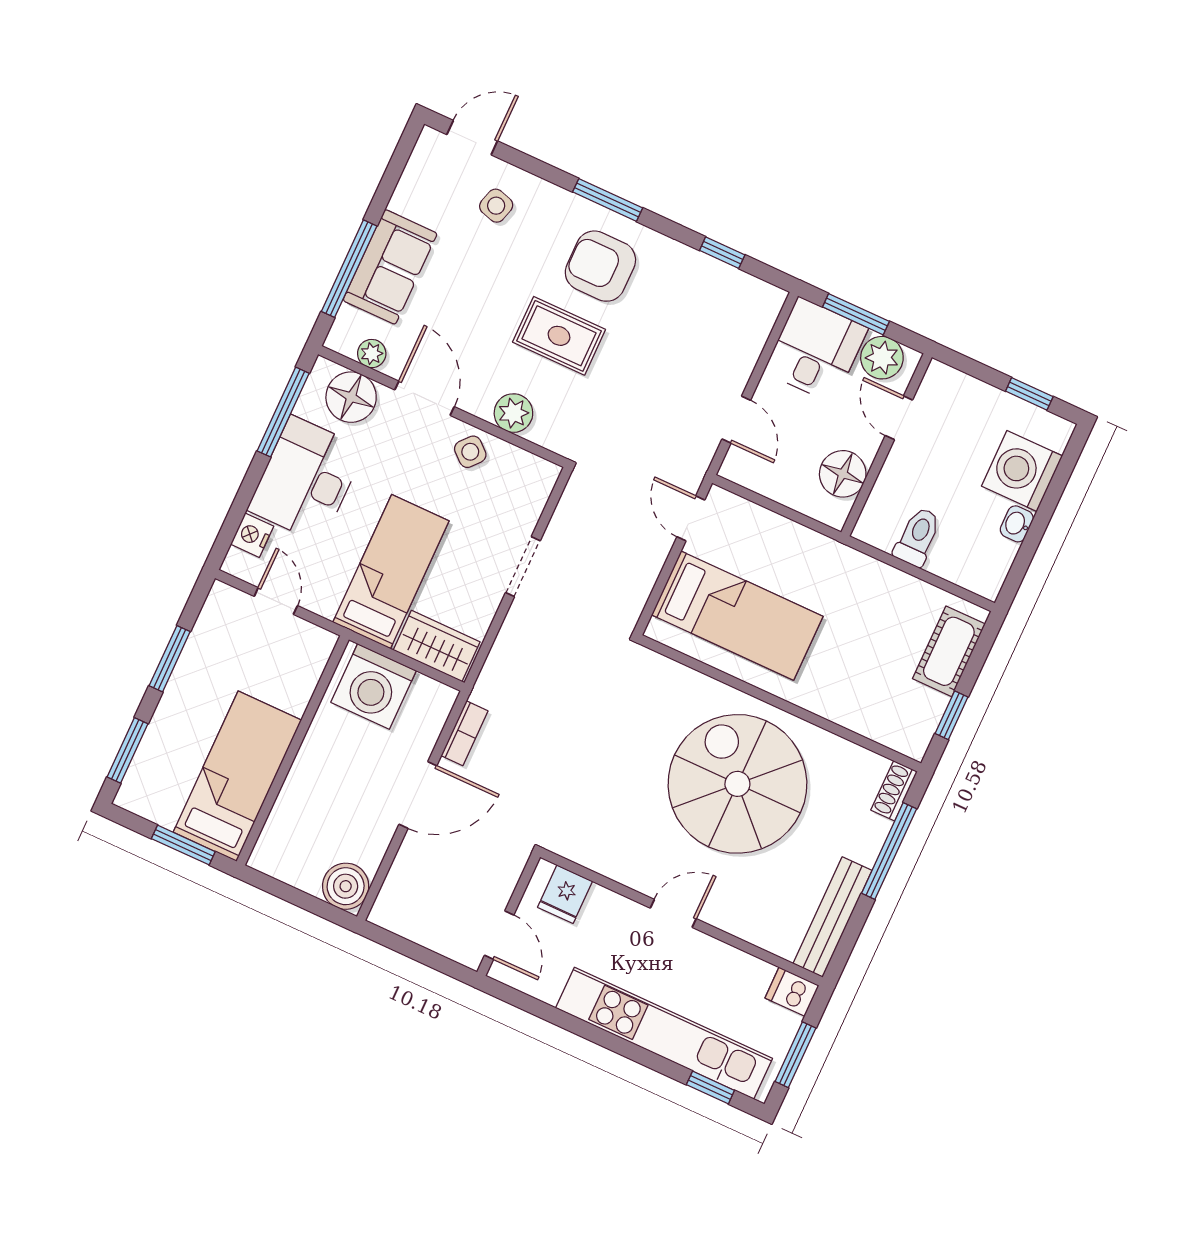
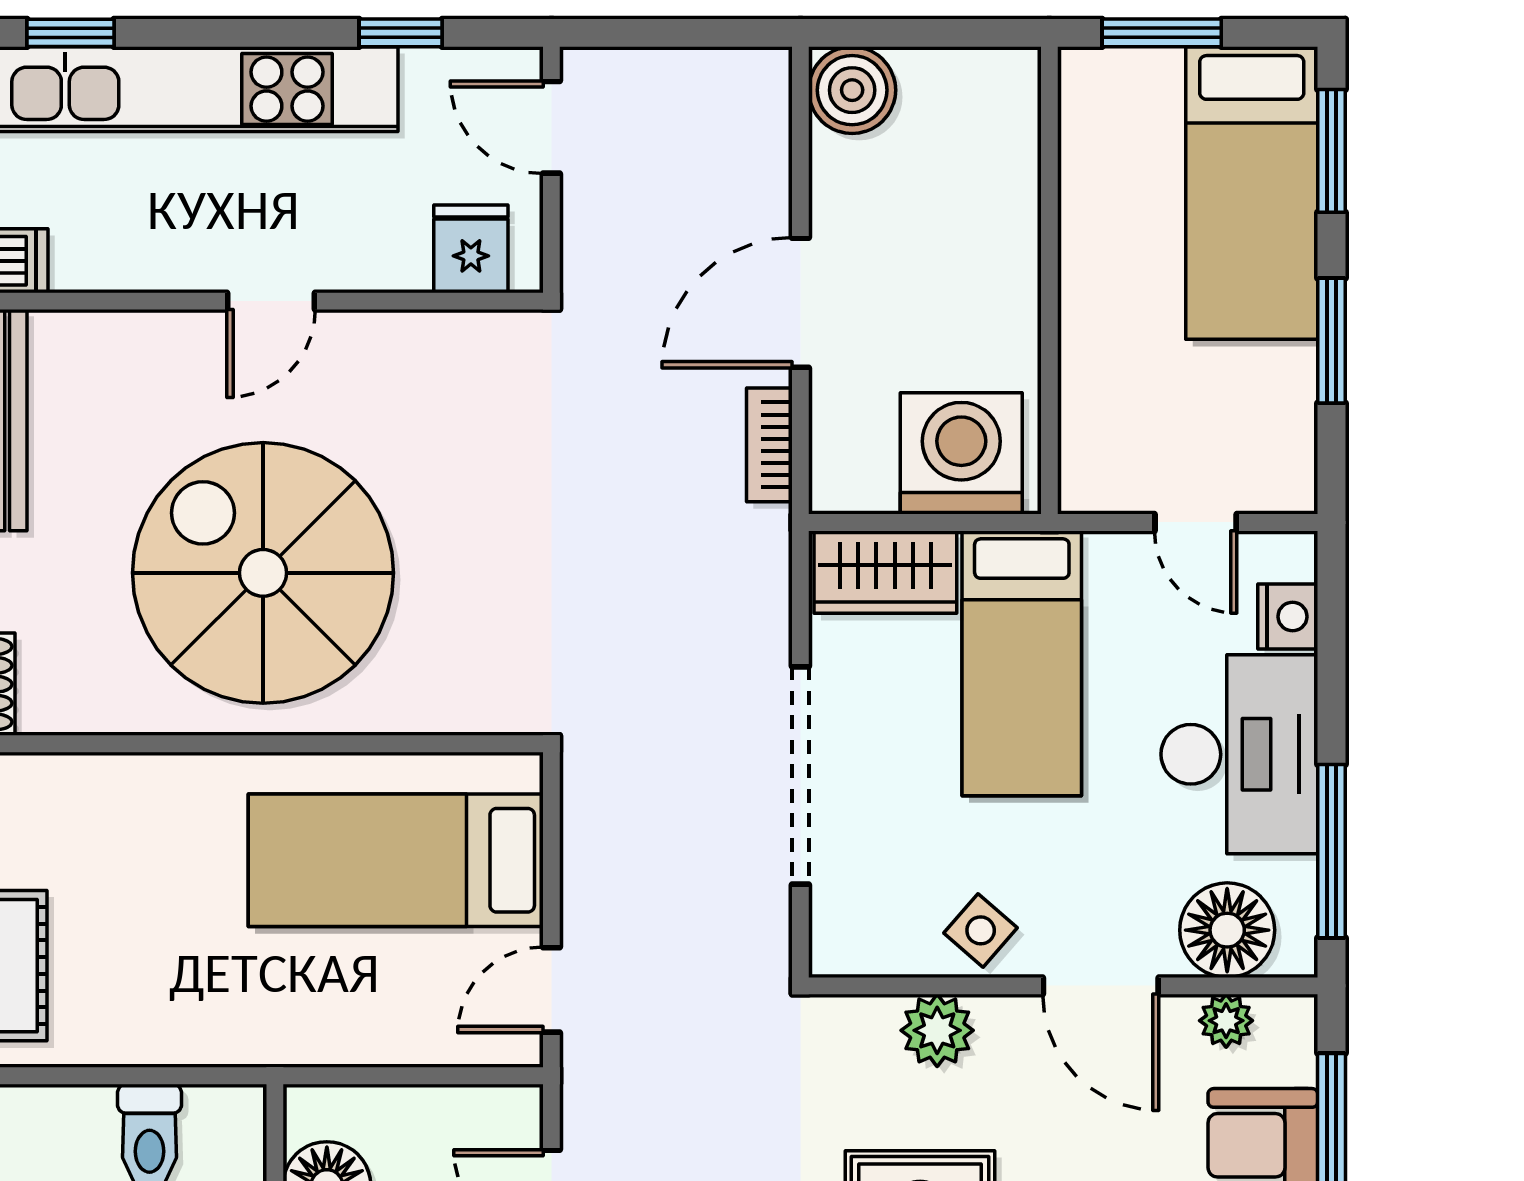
door: (691, 518) -> (551, 990), swing flipped
doorway: (523, 567) -> (800, 775), width x1.87
bed: (237, 776) -> (1252, 193), moved
spiral stairs: (737, 784) -> (263, 573), turned 180
window: (551, 1014) -> (401, 33), added

